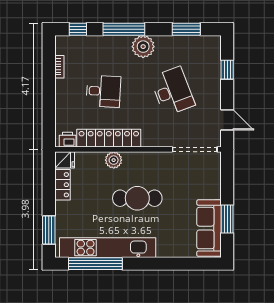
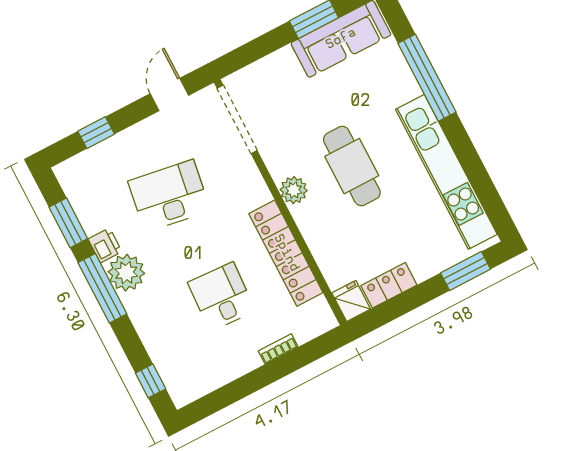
window: (124, 29) -> (102, 288), moved
bookcase: (59, 67) -> (278, 349), moved
desk: (172, 91) -> (169, 196), turned 30
printer: (68, 140) -> (105, 245), moved, turned 180
plant: (114, 160) -> (294, 190), moved
window: (95, 264) -> (427, 78), moved

